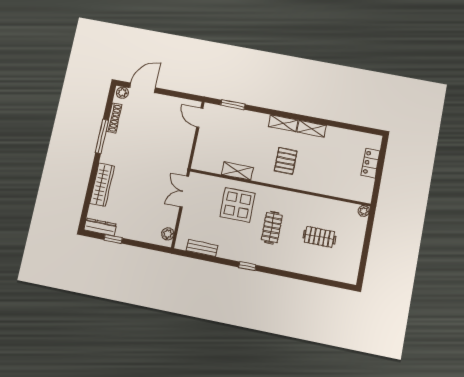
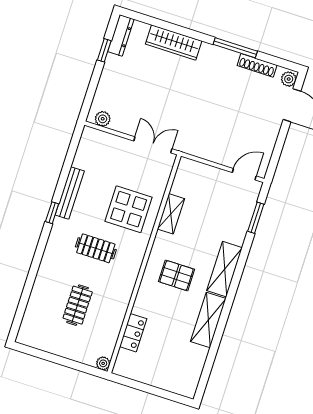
shelving: (283, 123) -> (225, 269), width x1.50, depth x1.33
shelving: (311, 129) -> (208, 320), width x1.50, depth x1.33
locker: (371, 163) -> (133, 333), moved, turned 90
bench: (202, 248) -> (70, 193), moved, width x1.36

